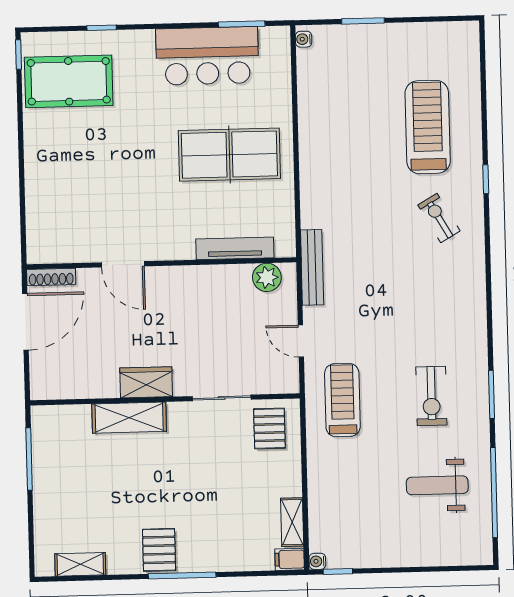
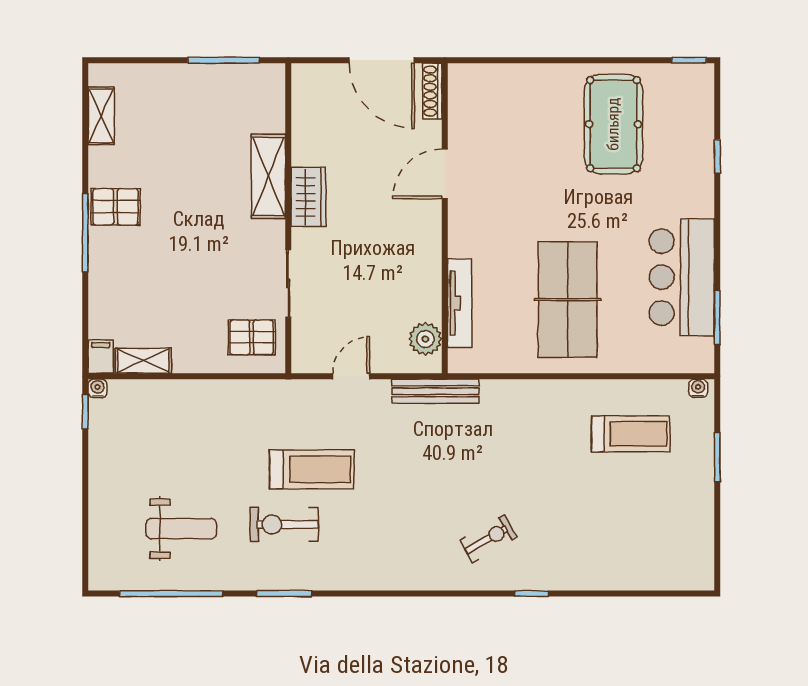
pool table: (69, 81) -> (613, 124), moved
treadmill: (428, 127) -> (631, 434), moved, width x0.73, depth x0.73
treadmill: (342, 400) -> (312, 469), moved
weight bench: (437, 485) -> (181, 529), turned 90

